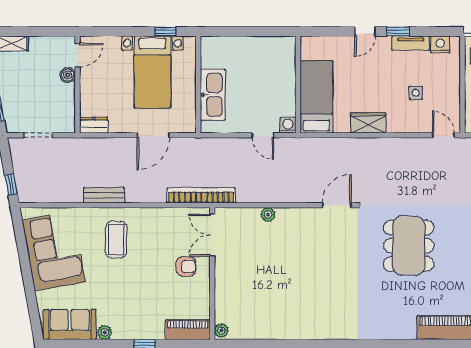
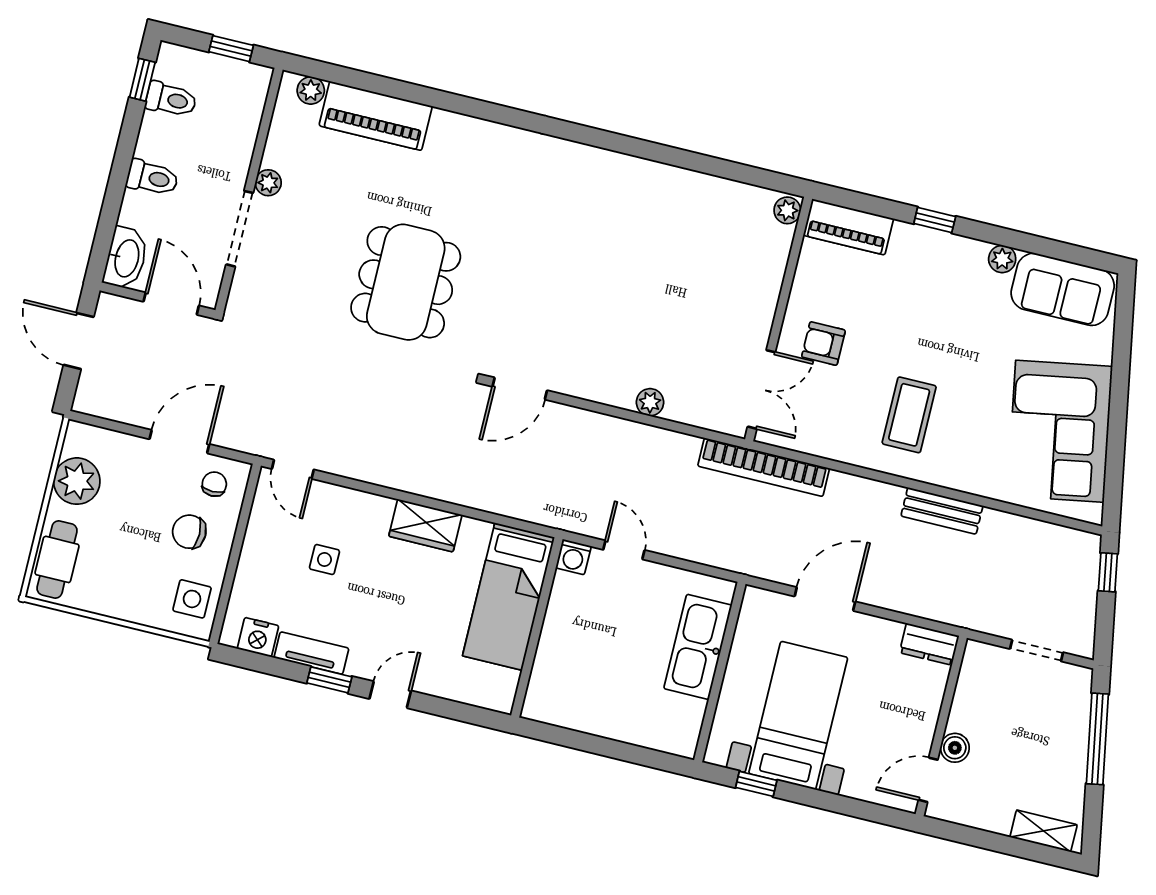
coffee table: (116, 240) -> (909, 415), moved

